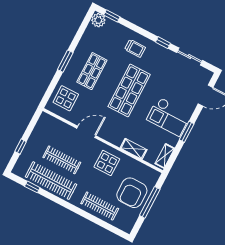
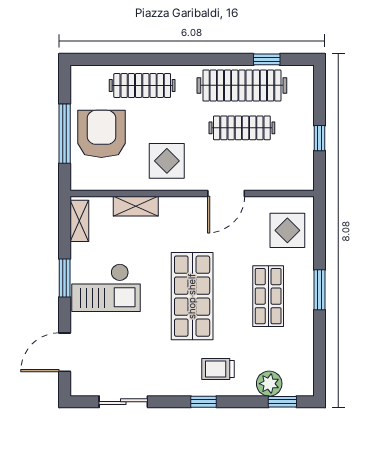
plant: (98, 20) -> (269, 384), moved
window: (163, 43) -> (204, 402), moved
checkout: (169, 117) -> (106, 288), turned 180
window: (21, 147) -> (319, 138), moved

